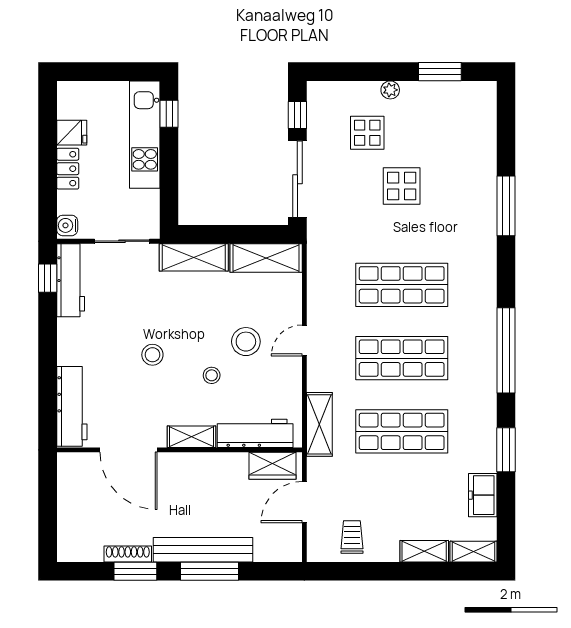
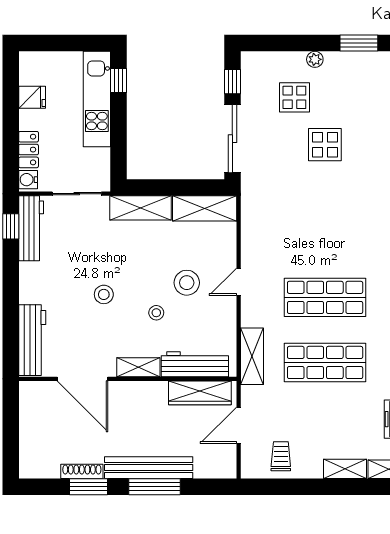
locker: (68, 169) -> (29, 150), moved
shop shelf: (402, 285) -> (325, 232), removed
wardrobe: (272, 466) -> (200, 393), width x1.50

